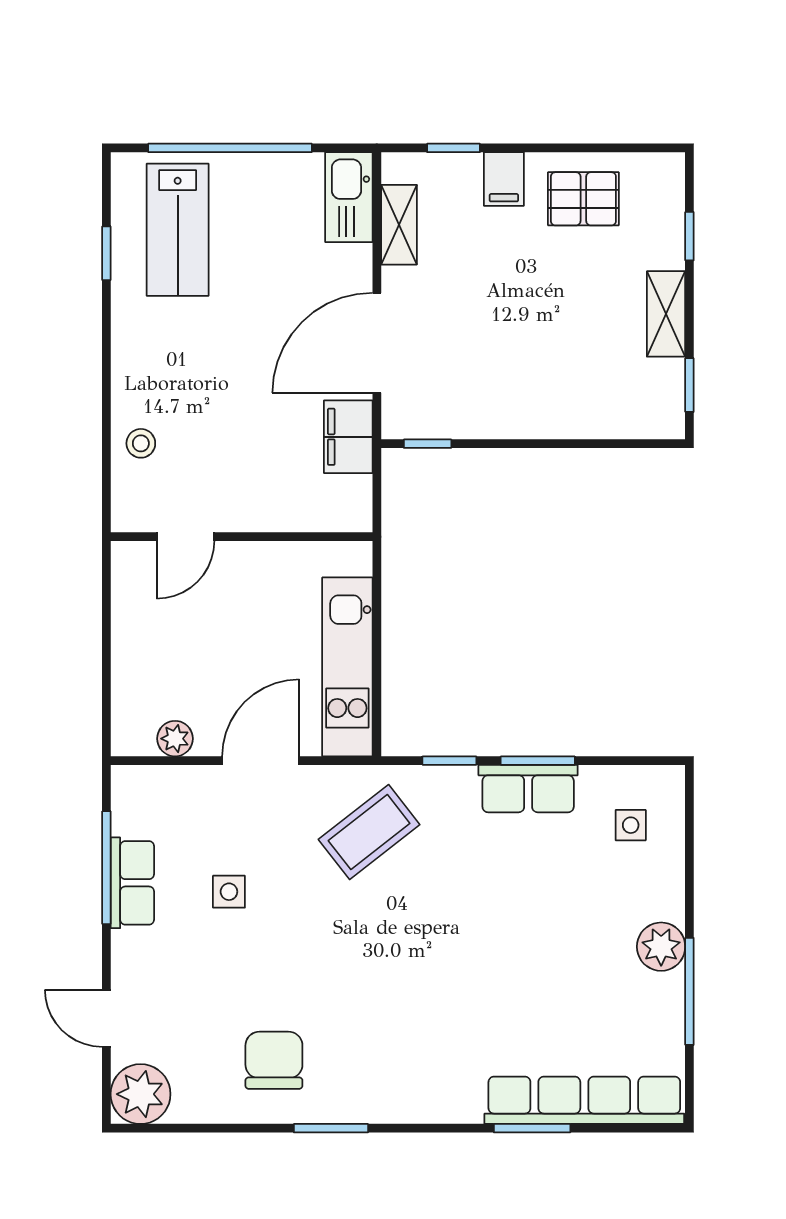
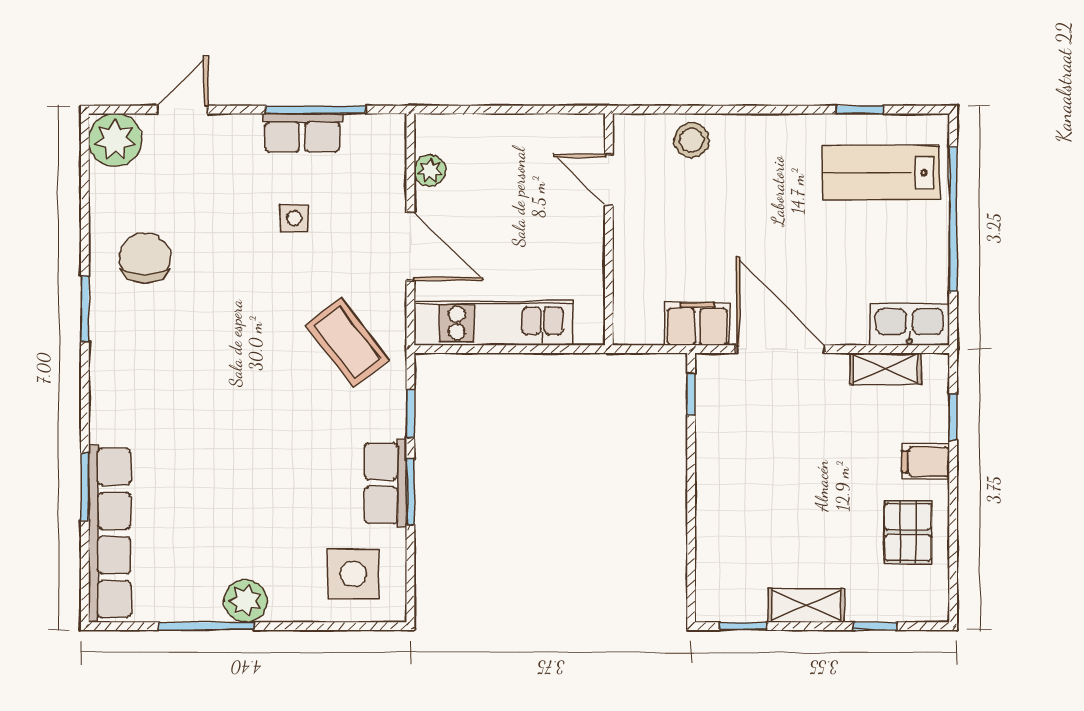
stool: (141, 443) -> (691, 140), width x1.37, depth x1.37
side table: (631, 825) -> (353, 574), width x1.87, depth x1.87
chair: (274, 1060) -> (145, 258), turned -90

